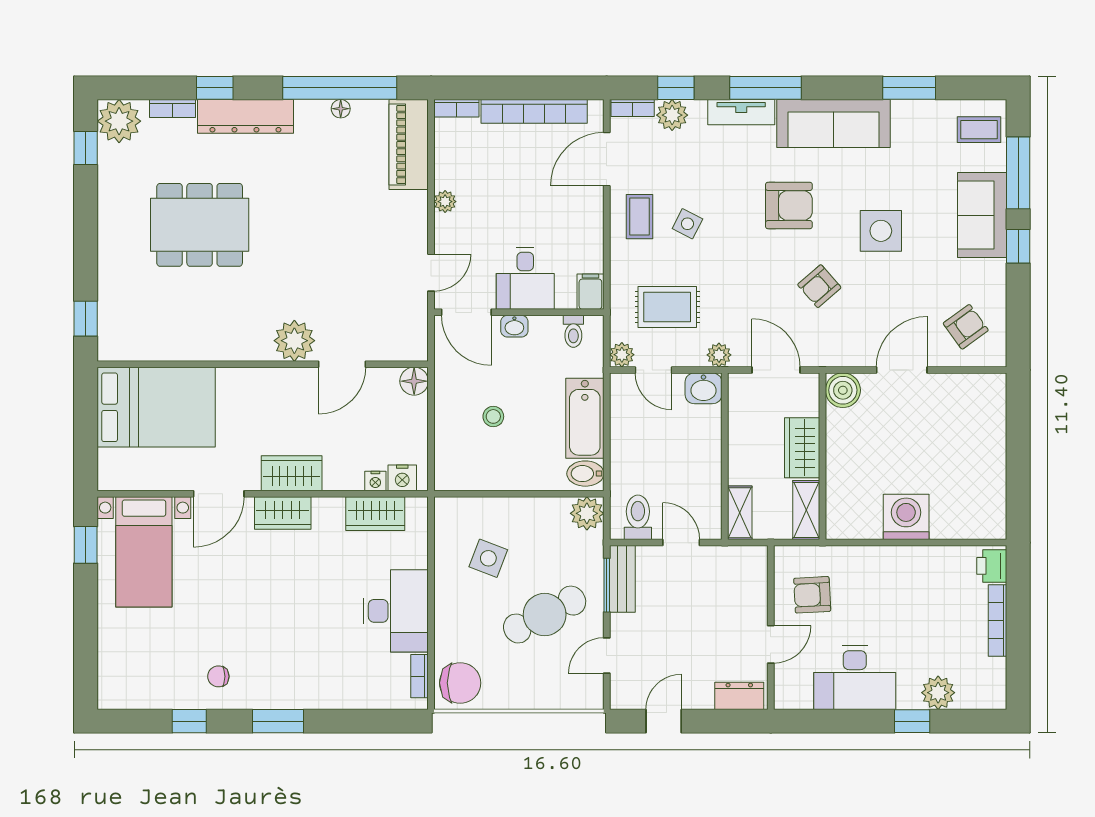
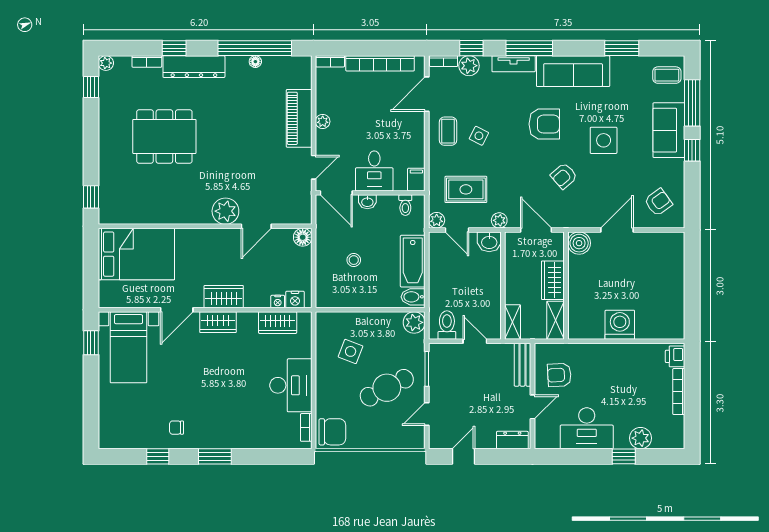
plant: (119, 121) -> (106, 63), width x0.53, depth x0.53
piano: (409, 144) -> (299, 118), moved
bench: (622, 579) -> (522, 365), moved

